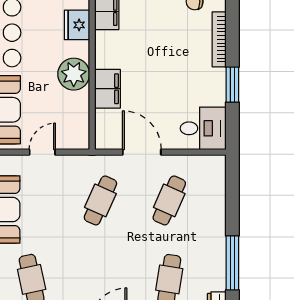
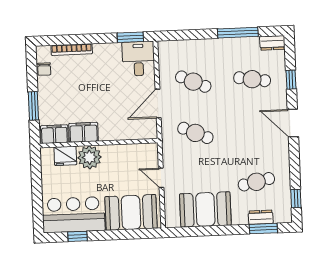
plant: (74, 74) -> (89, 157), moved
window: (232, 85) -> (130, 37), moved
filing cabinet: (108, 89) -> (83, 132), moved

